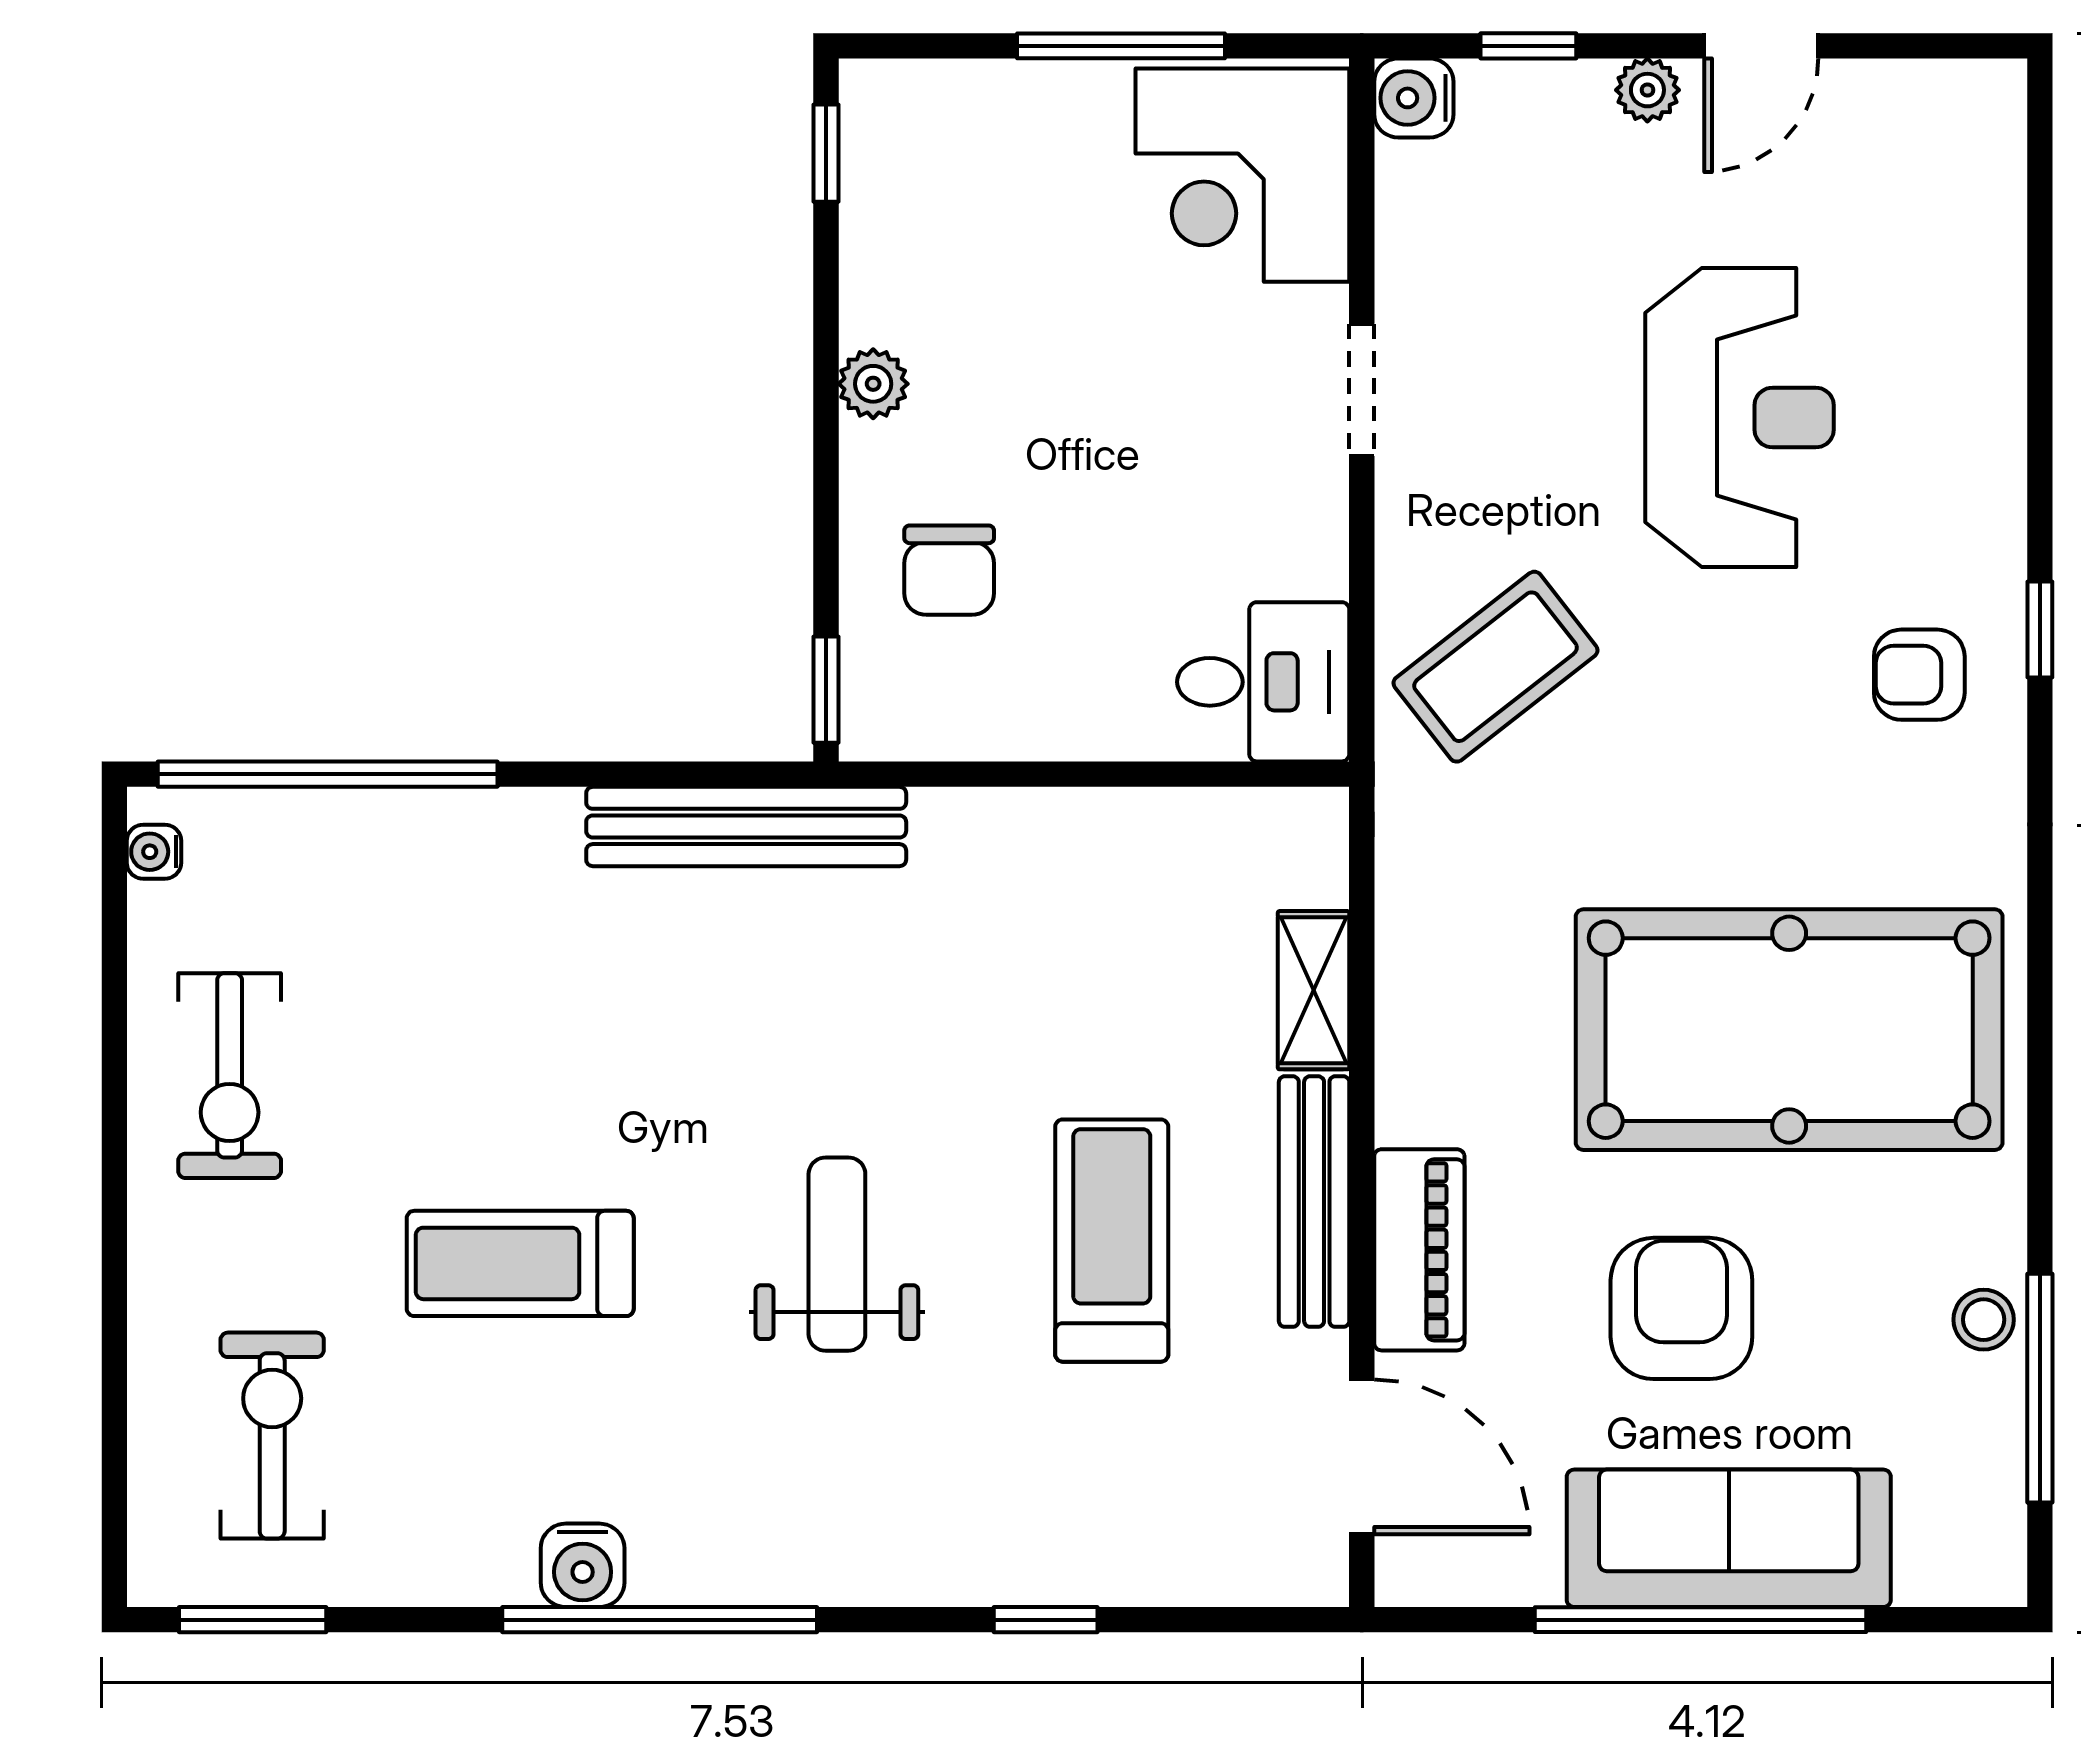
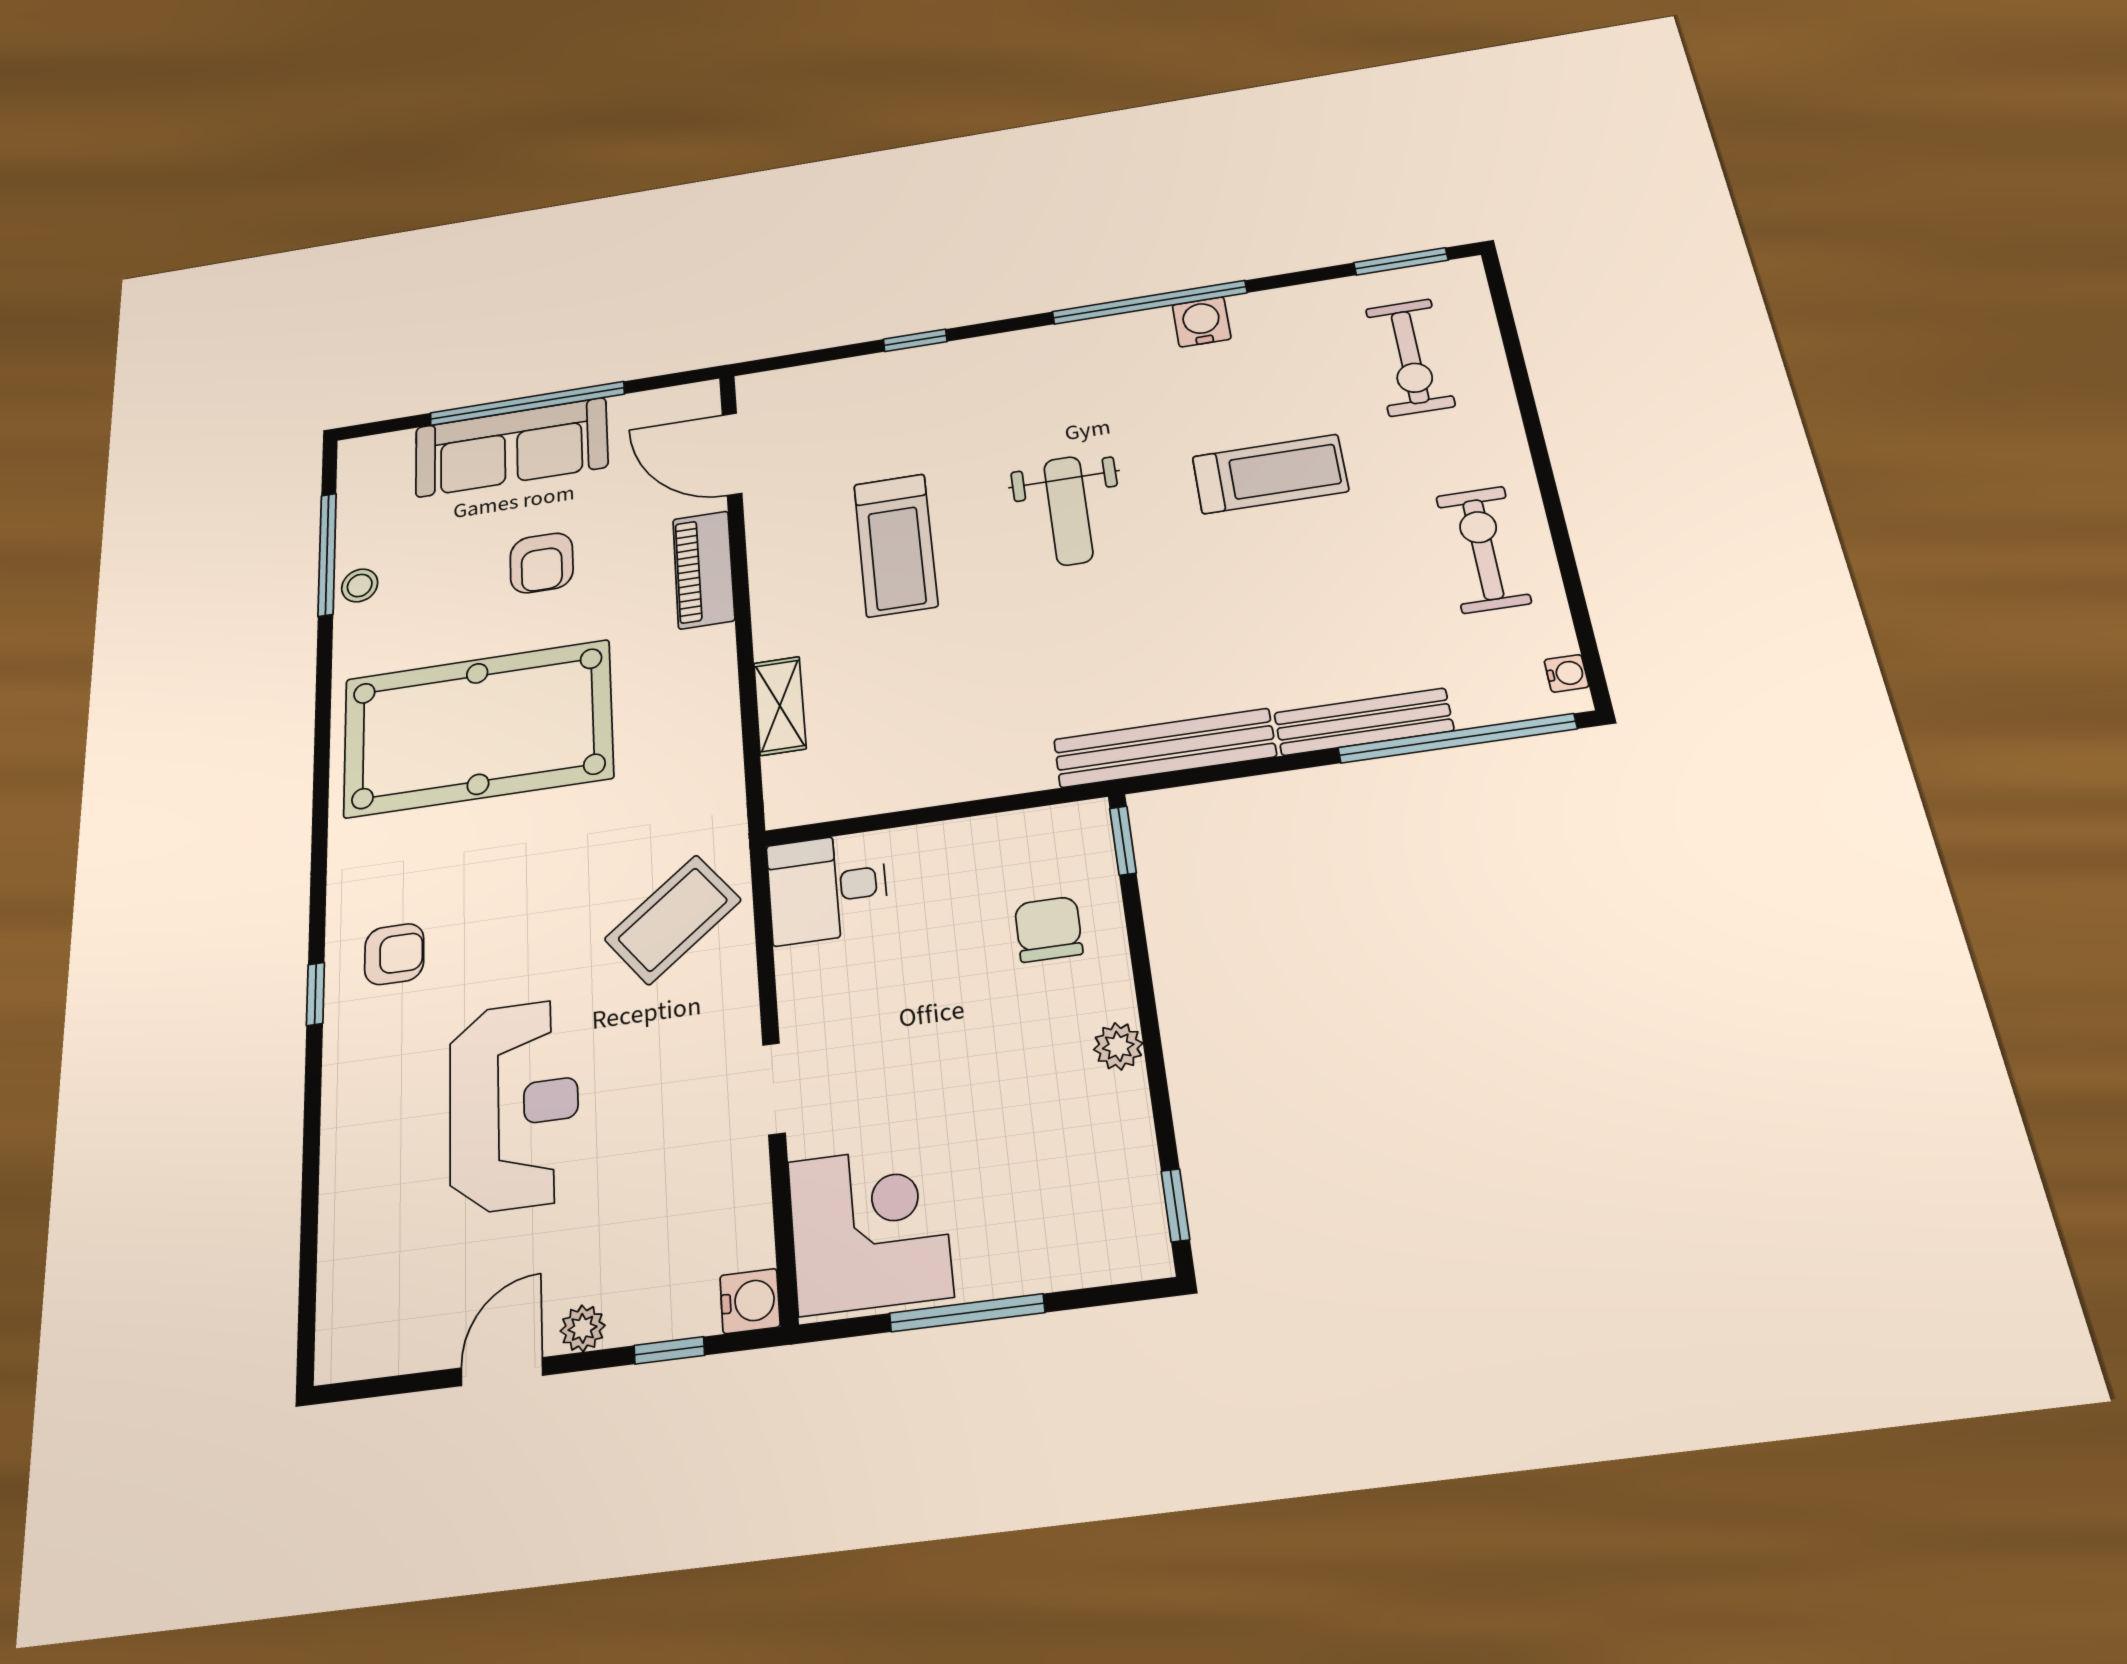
reception desk: (1740, 418) -> (514, 1105), turned 180
bench: (1314, 1202) -> (1364, 722), moved, turned 90
armchair: (1681, 1308) -> (542, 563), width x0.72, depth x0.72

